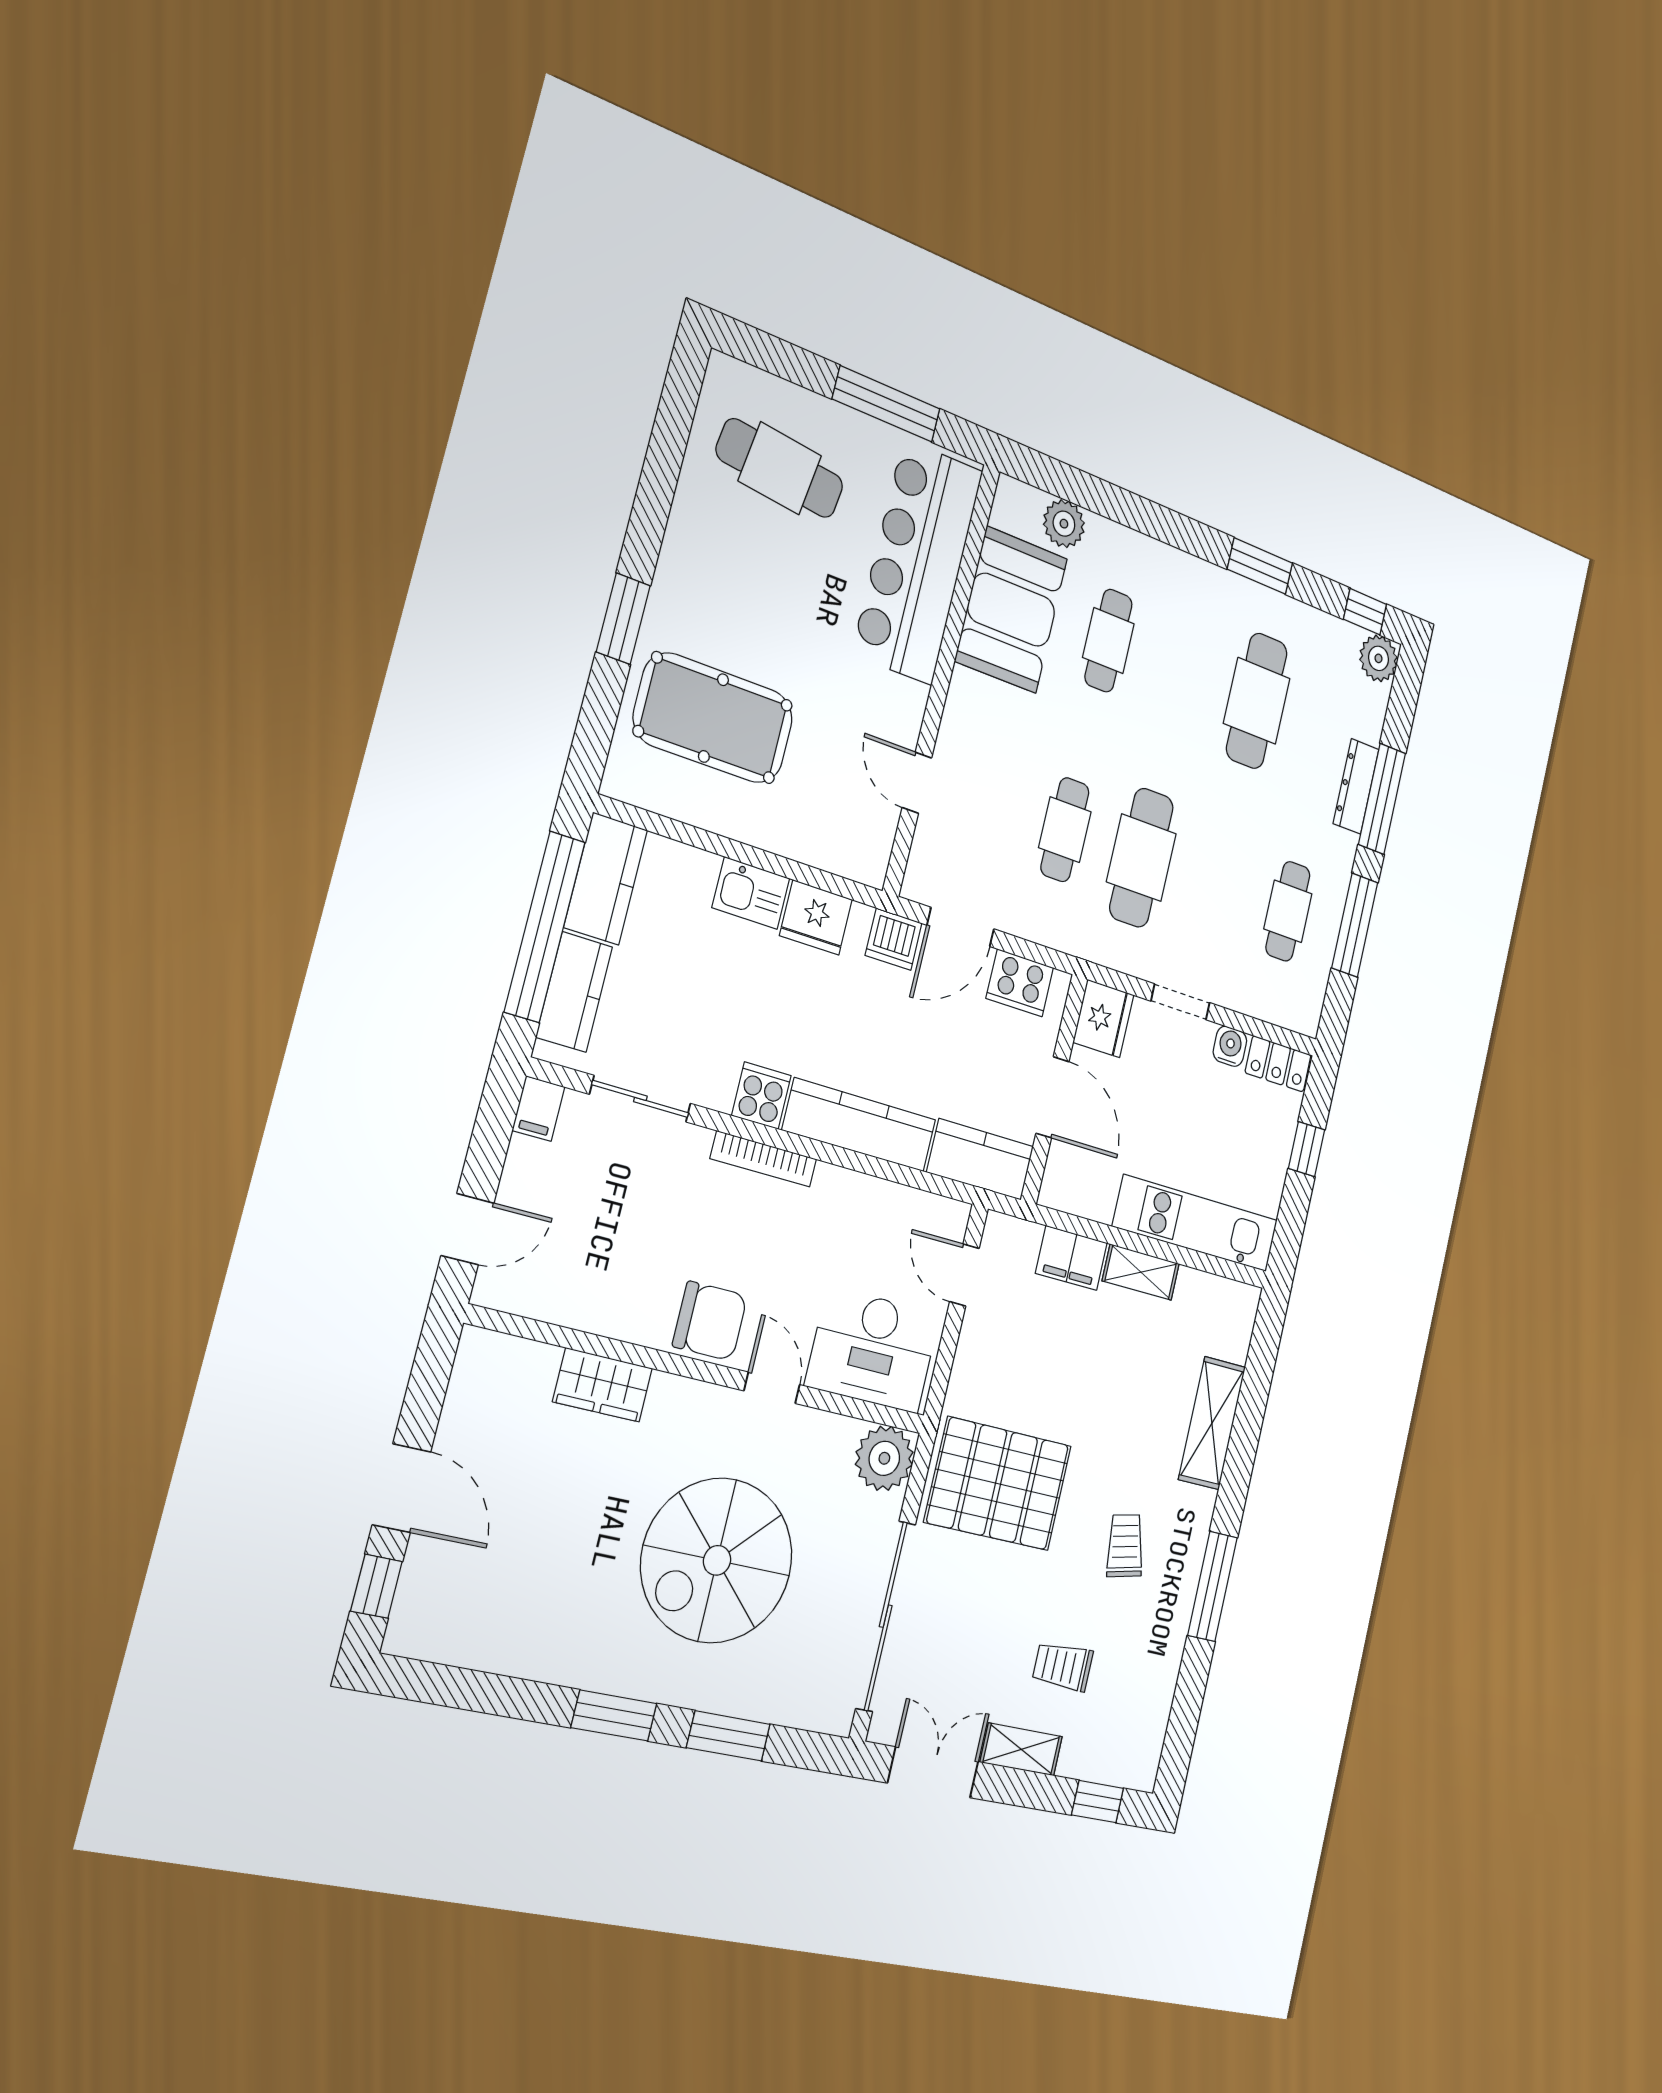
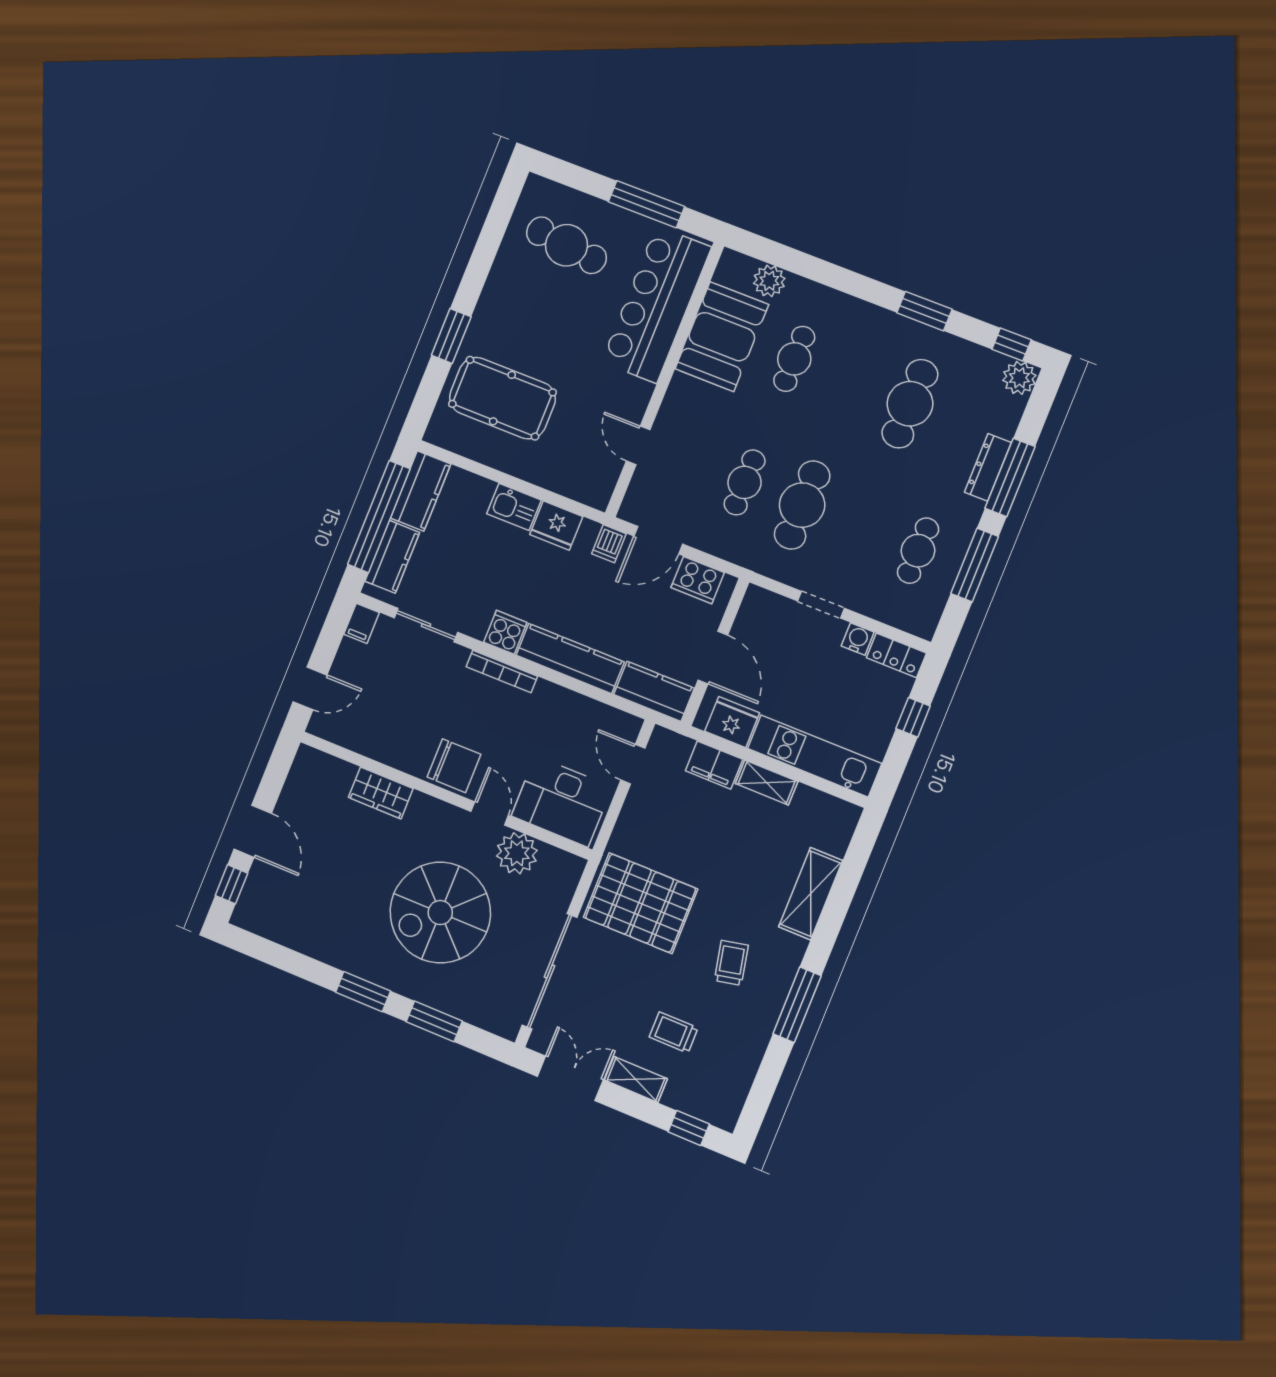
dishwasher: (894, 939) -> (609, 544), width x0.73
fridge: (1103, 1018) -> (732, 722), moved, turned -90
plant: (884, 1458) -> (517, 853), moved

